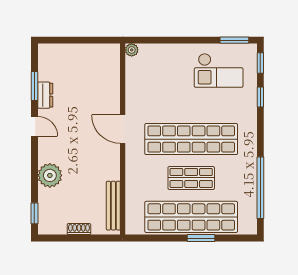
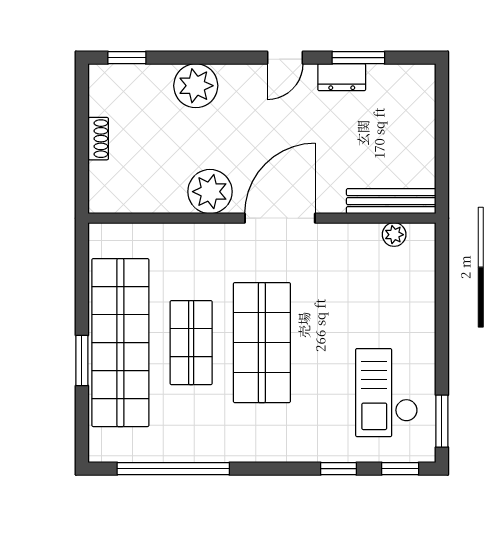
plant: (132, 50) -> (394, 235), moved
door: (123, 129) -> (280, 218), width x1.36
shop shelf: (191, 139) -> (262, 343), width x0.71
plant: (108, 168) -> (210, 192), added
bench: (113, 206) -> (391, 201), moved

